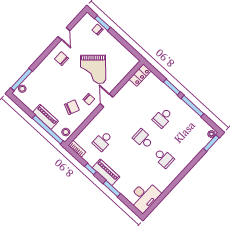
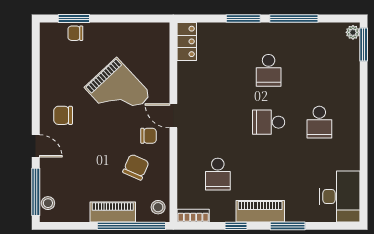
door: (64, 34) -> (36, 146), moved
school desk: (164, 158) -> (319, 122), turned 90

